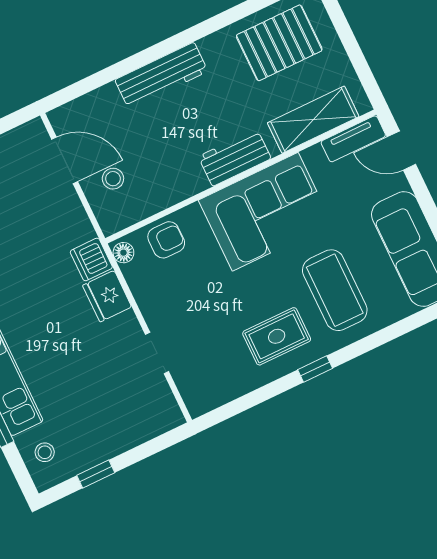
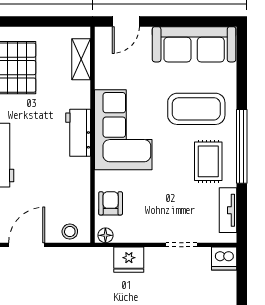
shelving: (313, 120) -> (81, 59), width x0.67, depth x0.75
tv unit: (353, 139) -> (228, 210), moved, turned 180
stool: (113, 179) -> (70, 232), moved
dishwasher: (91, 259) -> (224, 259), moved
window: (315, 369) -> (242, 146), width x3.17

